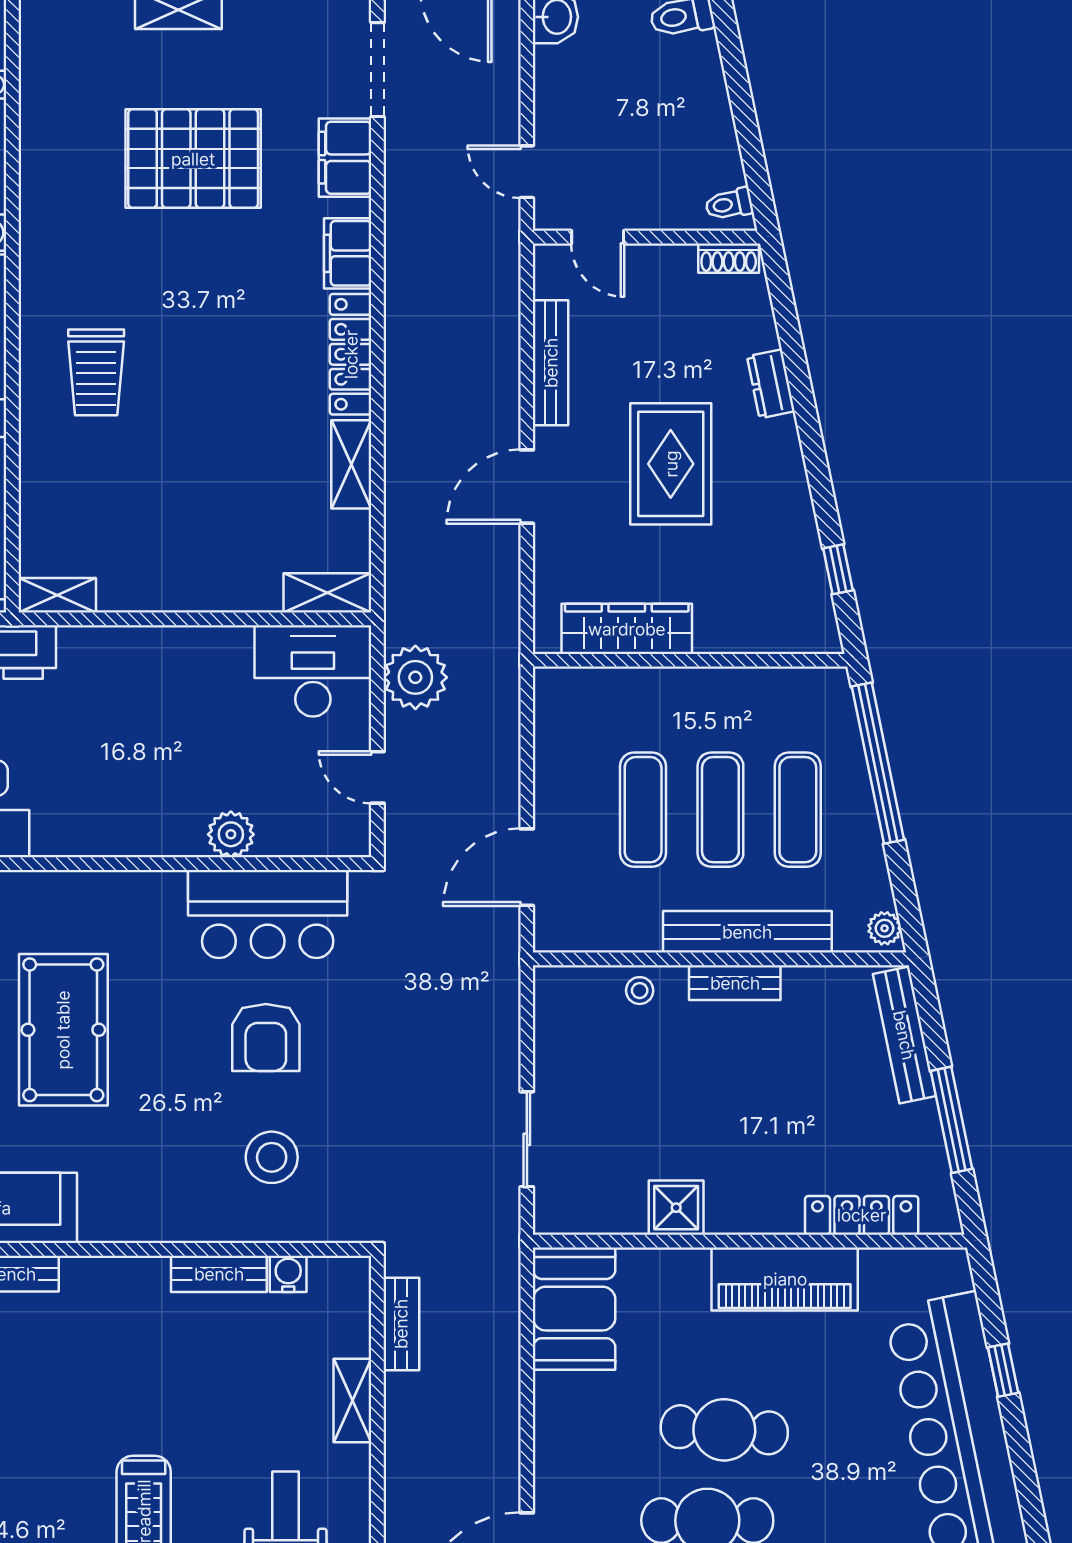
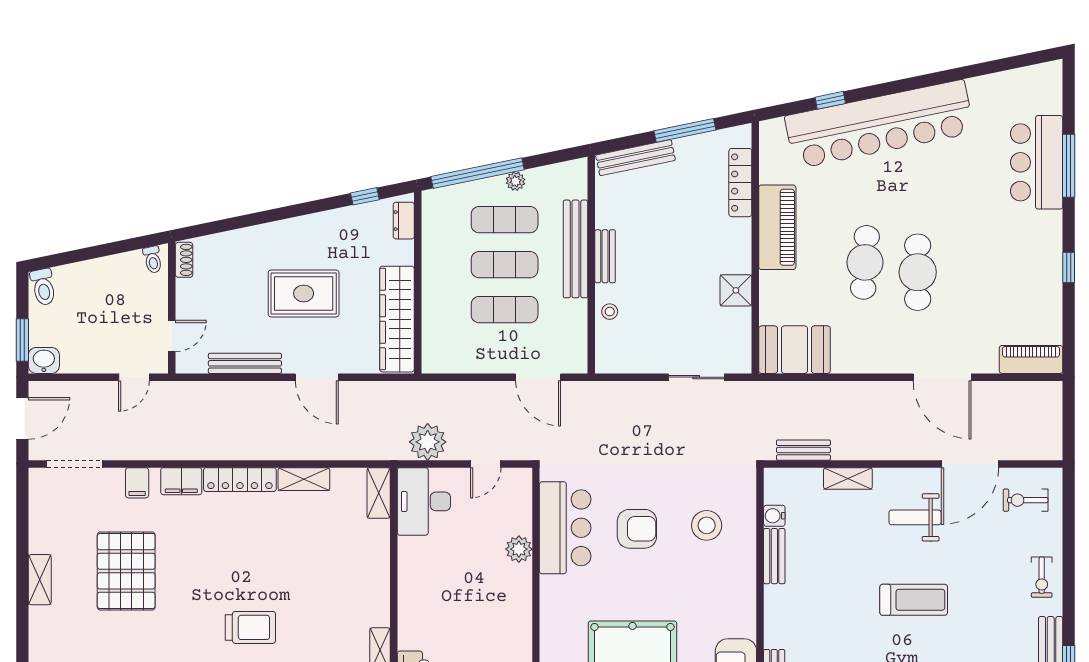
filing cabinet: (345, 158) -> (137, 483), width x0.50
dresser: (771, 384) -> (404, 221), moved, turned 102
wardrobe: (627, 629) -> (397, 319), width x1.40, depth x1.17
plant: (885, 928) -> (516, 181), moved

